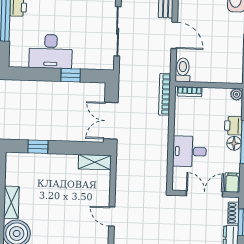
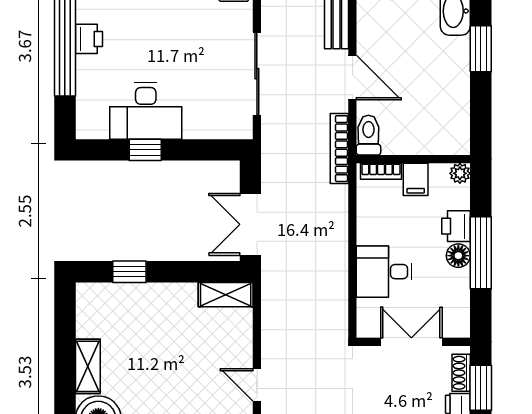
window: (71, 75) -> (145, 150), moved
bookcase: (165, 94) -> (339, 149), moved
filing cabinet: (232, 183) -> (416, 179), moved, turned 180

